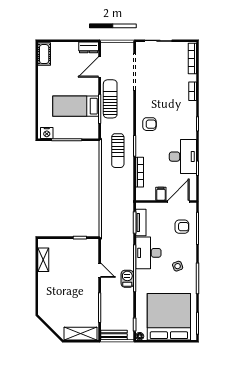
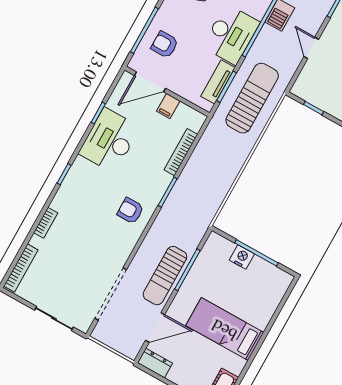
bed: (76, 106) -> (225, 329), moved, turned 180
nightstand: (47, 133) -> (242, 257), moved
sun lounger: (118, 151) -> (252, 98), moved, width x1.36, depth x1.34

